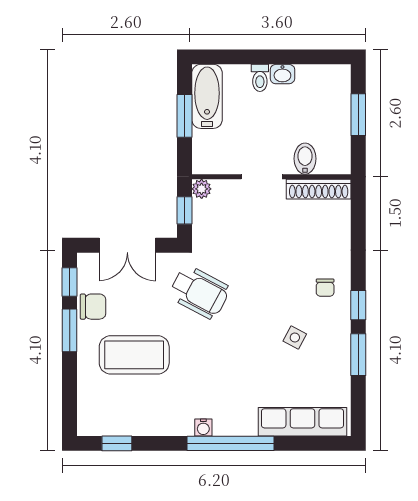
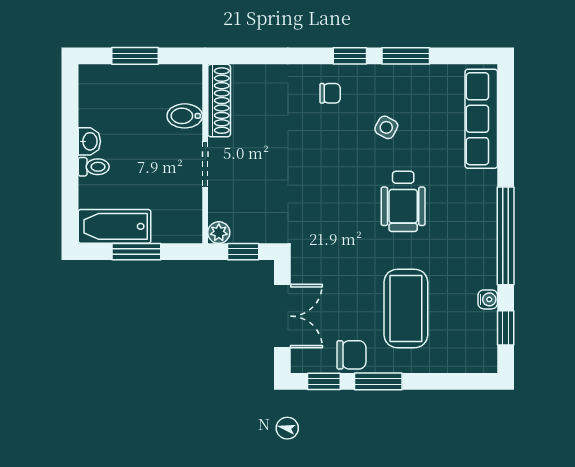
wheelchair: (199, 292) -> (403, 201), moved, turned 152
chair: (93, 307) -> (351, 355), turned 90
water cooler: (203, 427) -> (488, 299), moved
window: (230, 443) -> (506, 236), moved

